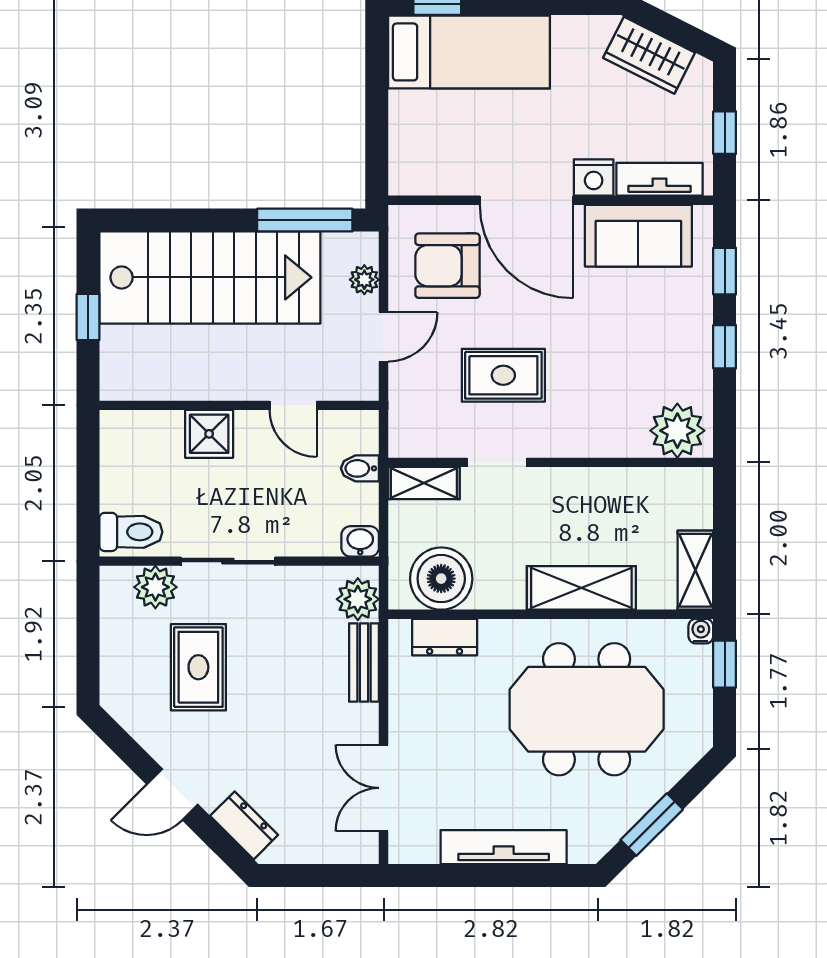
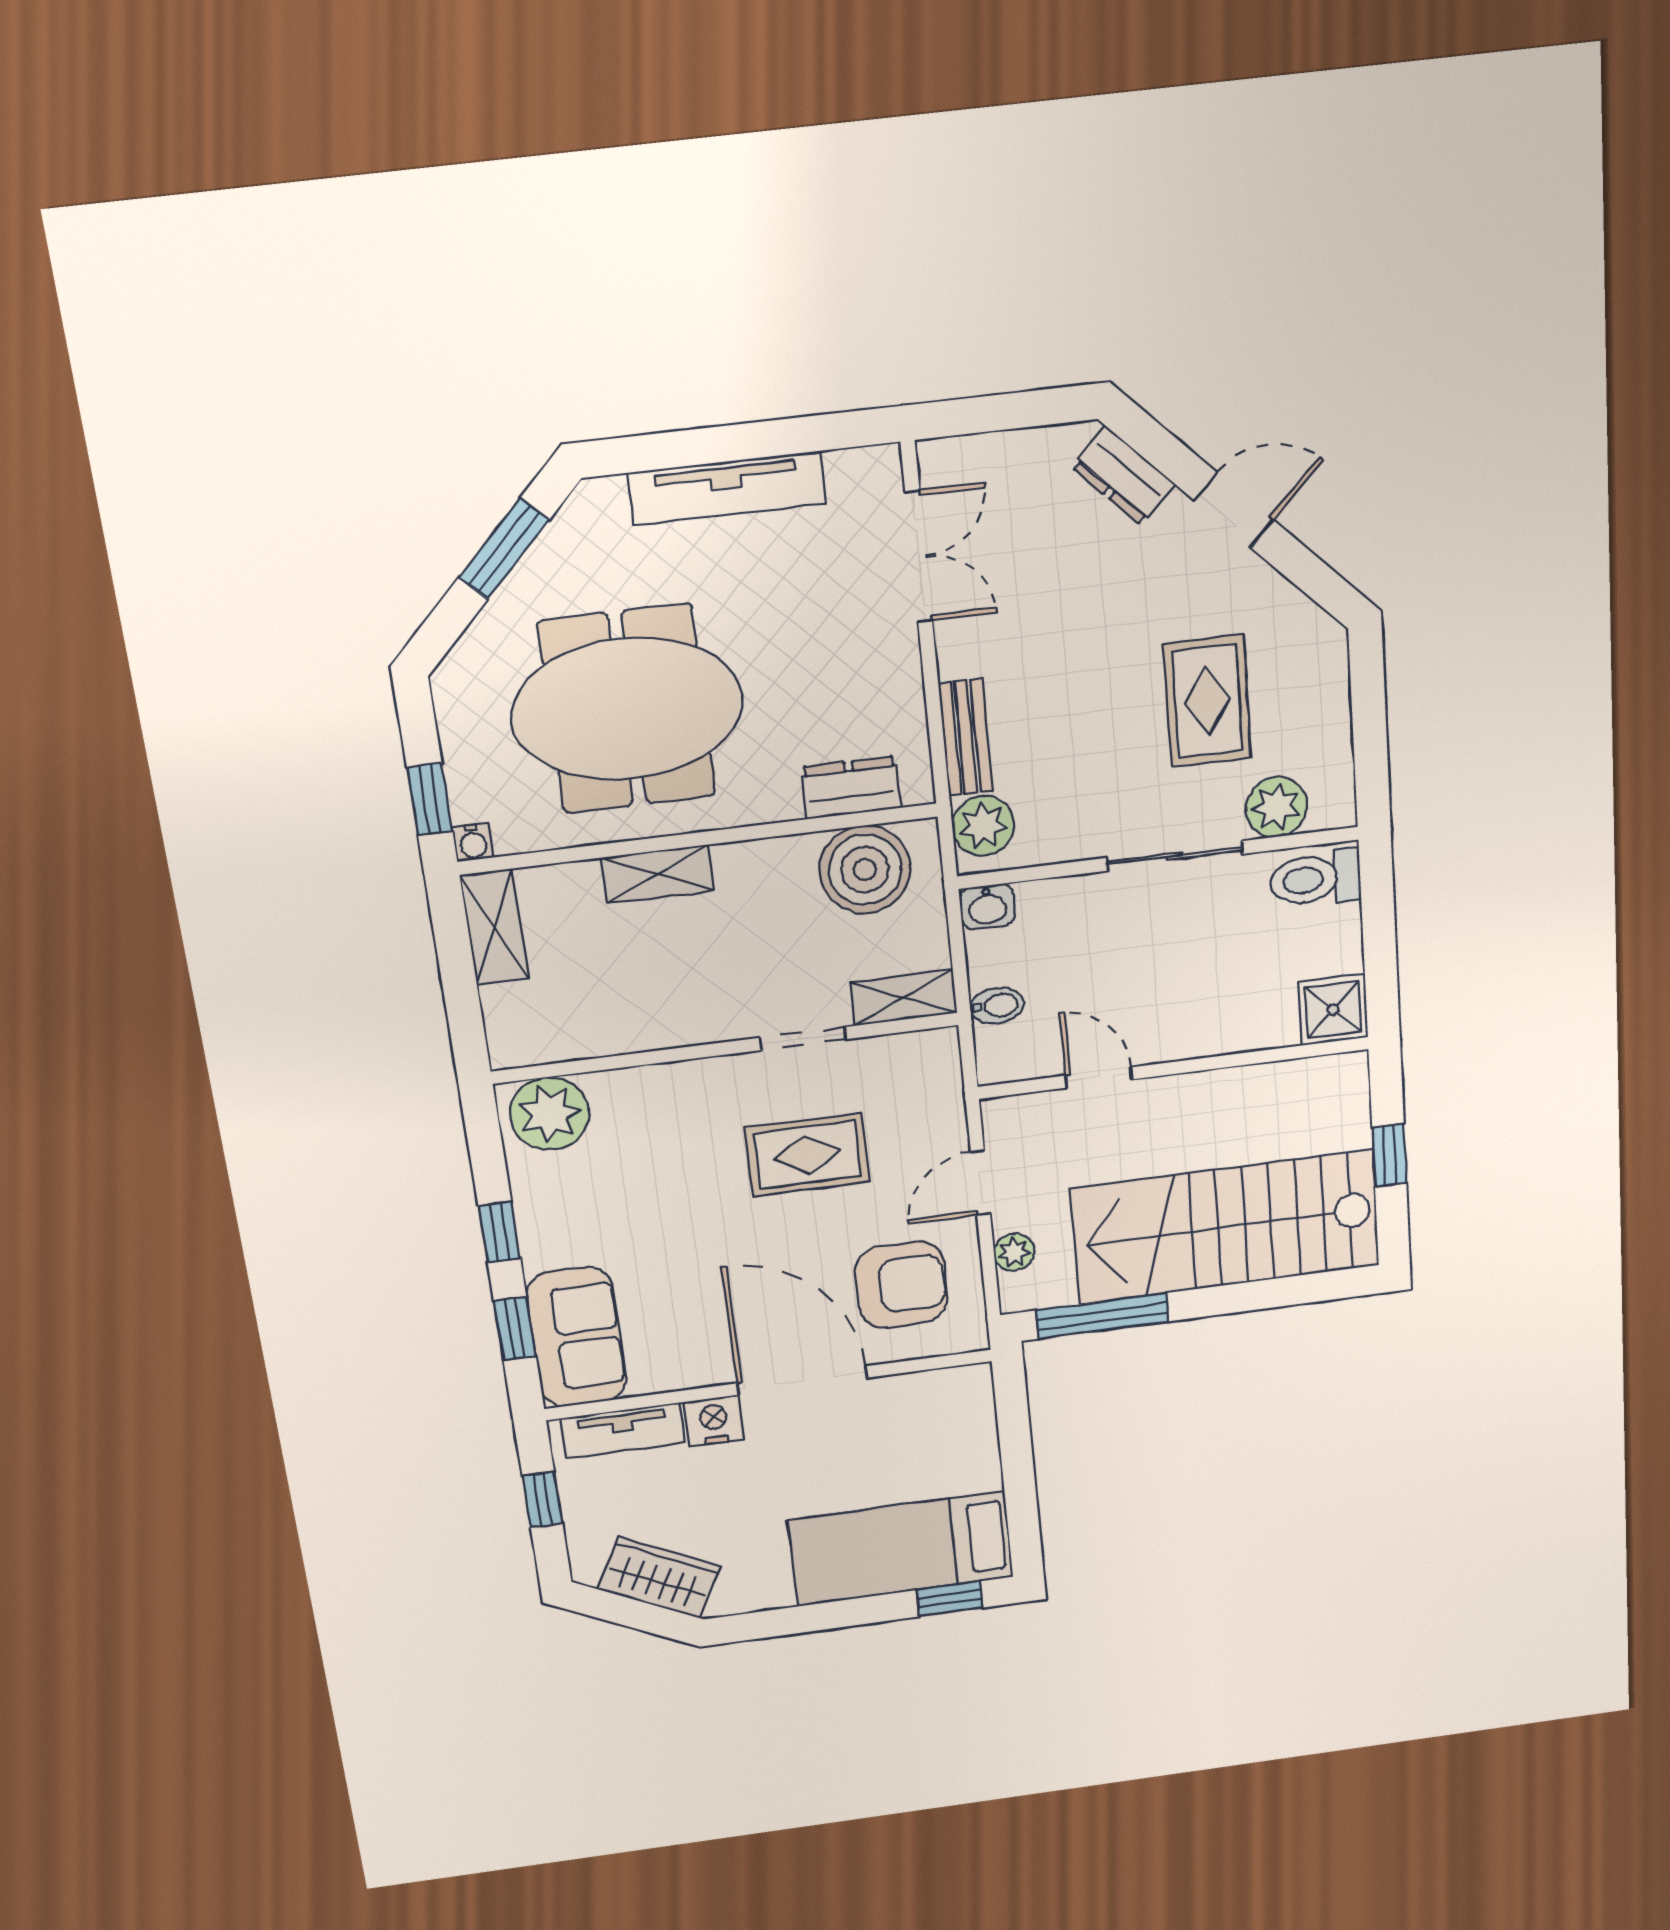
sofa: (638, 236) -> (577, 1337), moved, turned 90
shower: (209, 434) -> (1333, 1010), moved
shelving: (581, 588) -> (657, 874), width x0.67, depth x0.75

